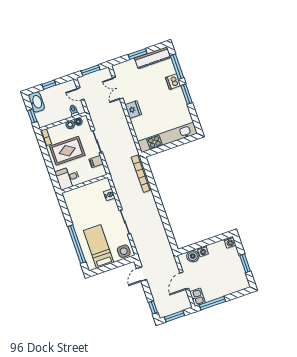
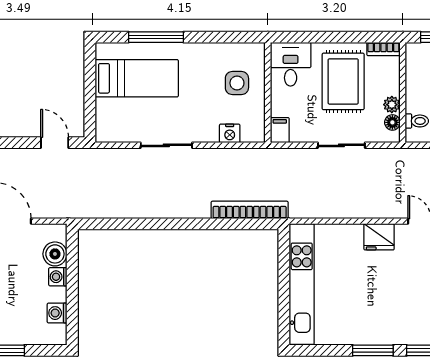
dishwasher: (173, 82) -> (406, 333), removed
filing cabinet: (96, 162) -> (280, 130), moved
washing machine: (230, 242) -> (57, 313), moved
window: (77, 244) -> (156, 37), width x0.68
side table: (124, 251) -> (237, 83), moved

